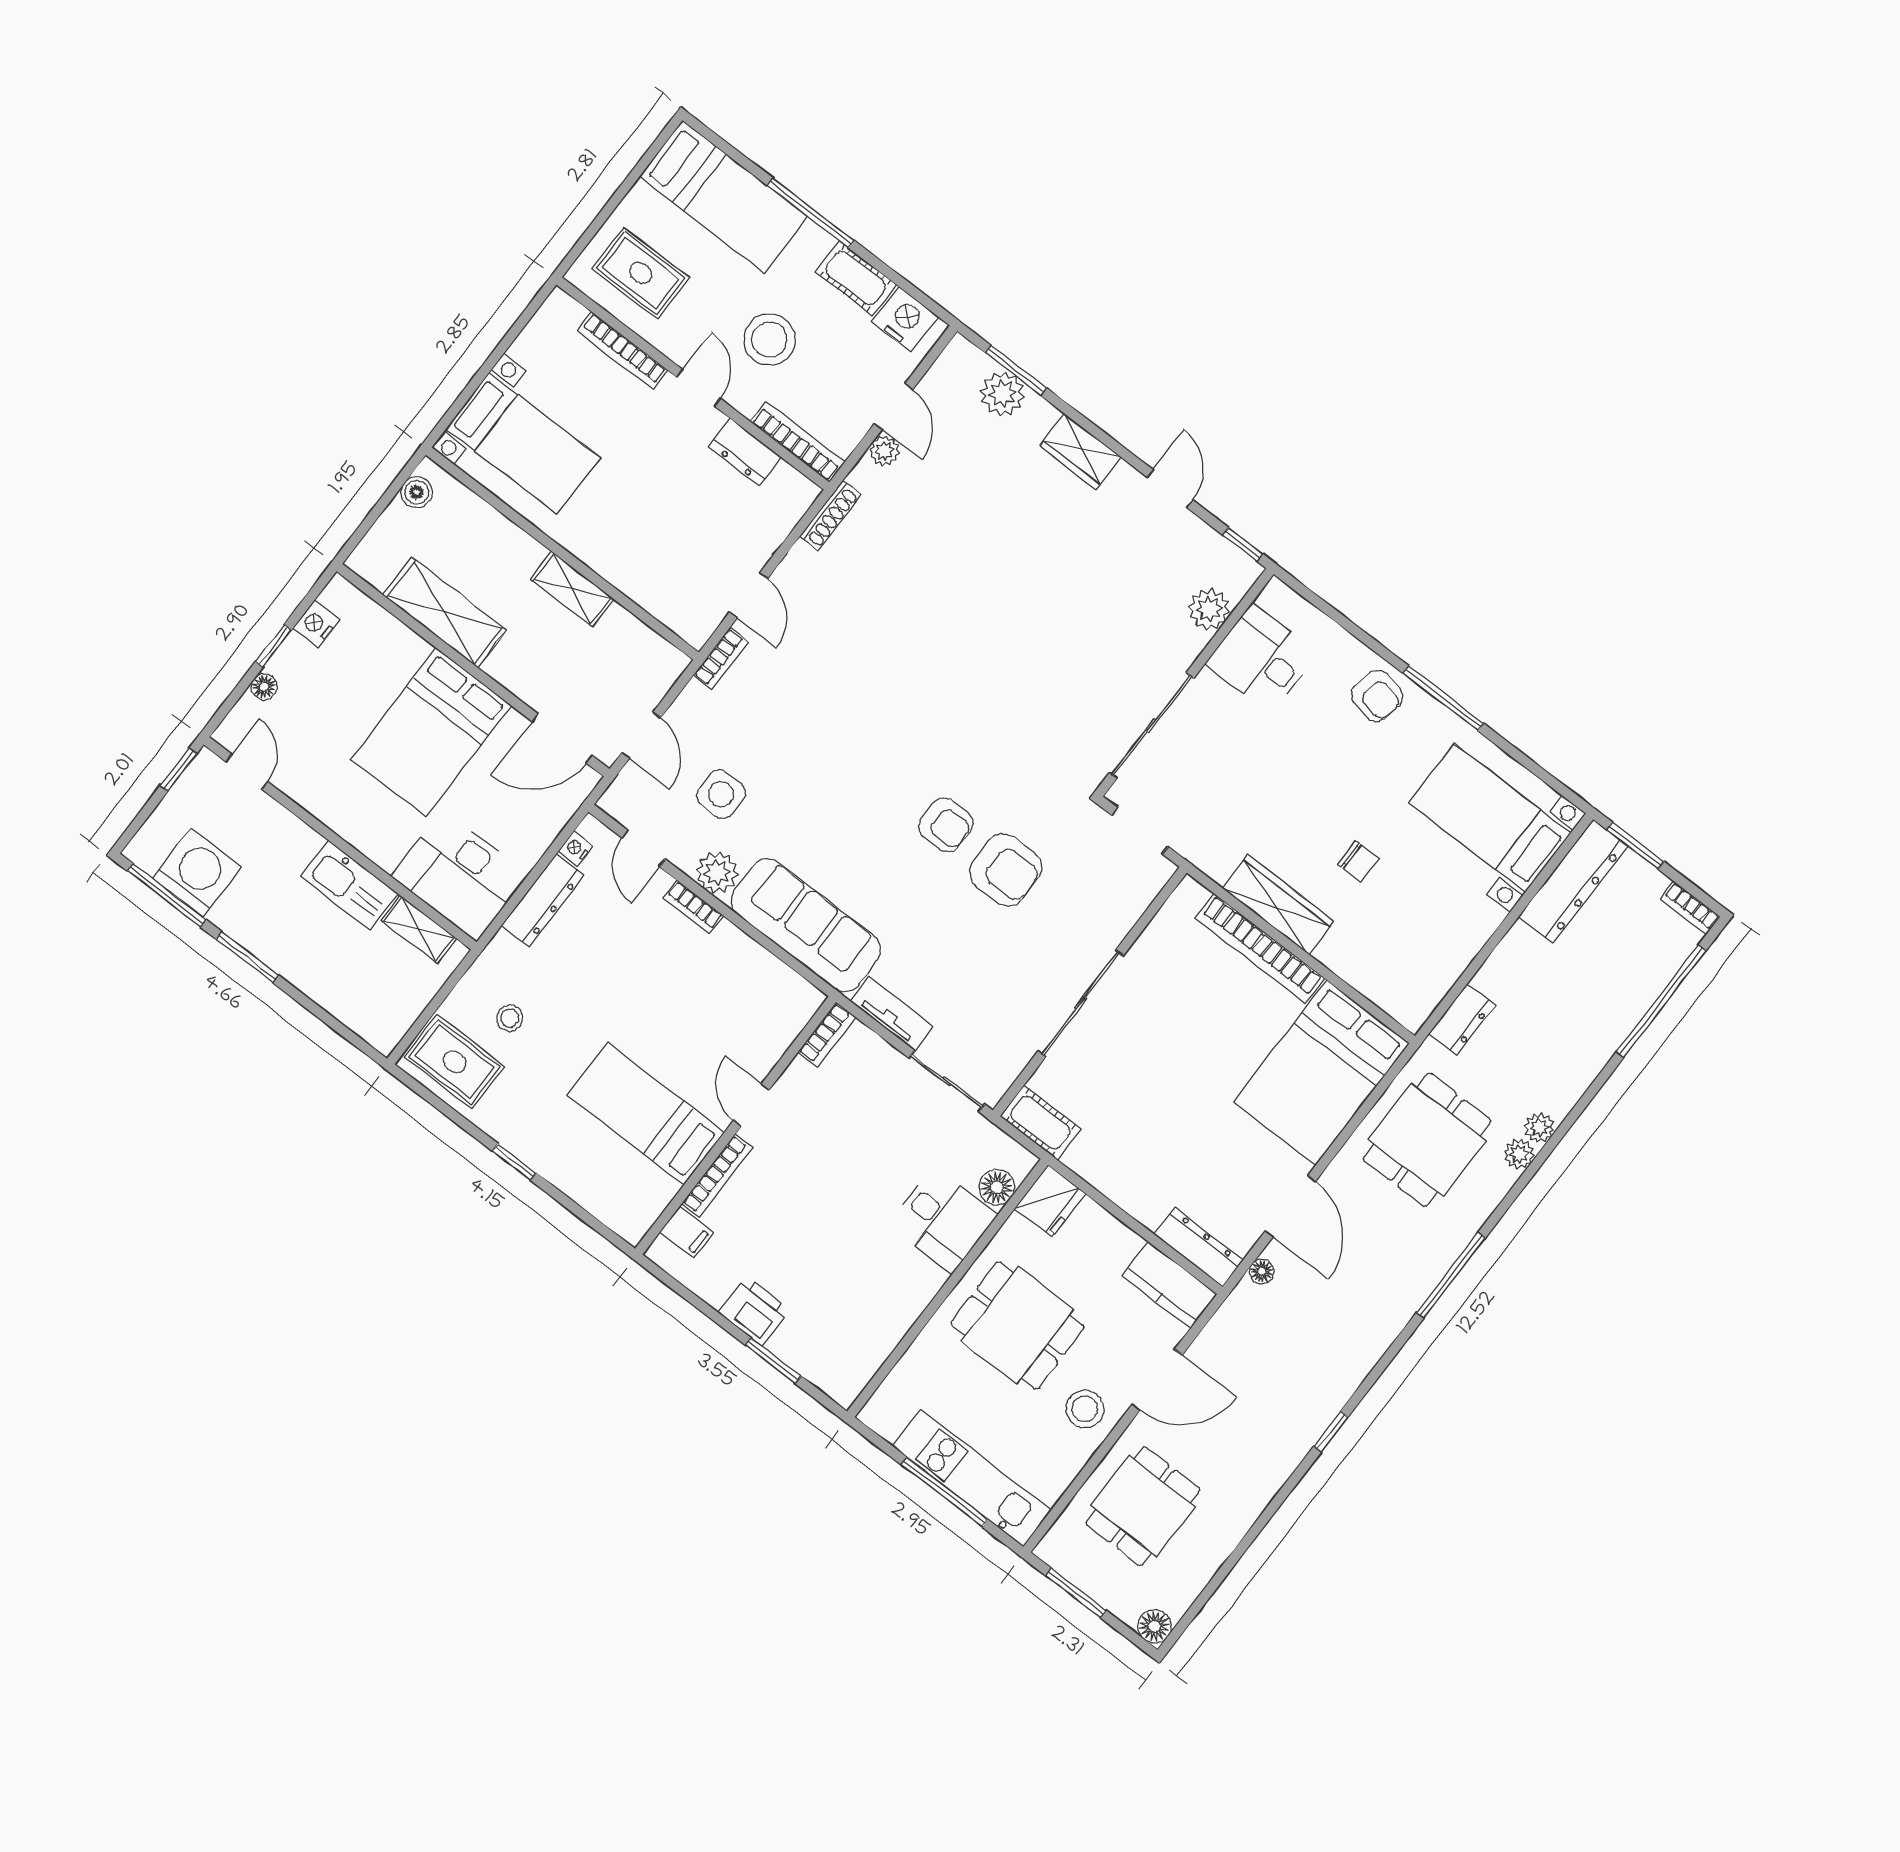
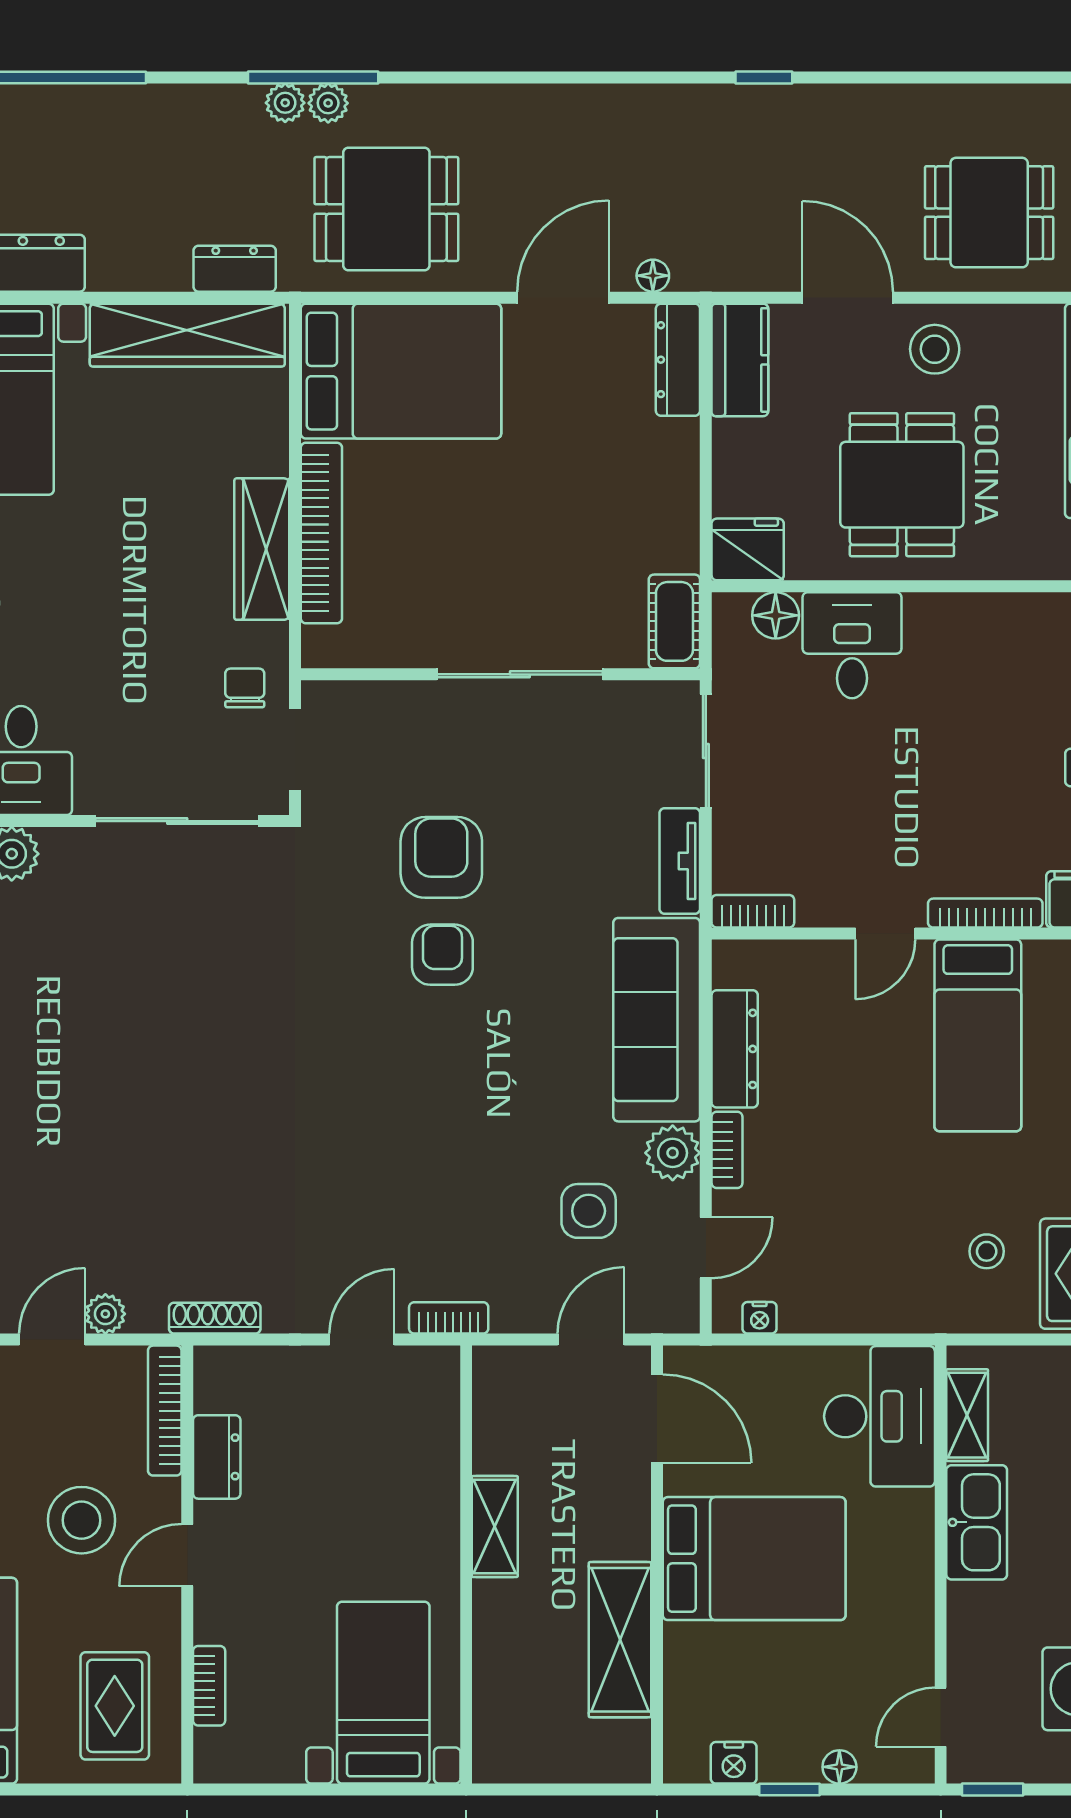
bookcase: (622, 351) -> (209, 1686), width x0.64
boiler: (417, 492) -> (518, 1763), removed
chair: (1358, 861) -> (245, 688), moved
dresser: (543, 900) -> (735, 1049), moved, turned 90
wardrobe: (1443, 959) -> (187, 335), added
window: (1451, 1275) -> (313, 78), moved

